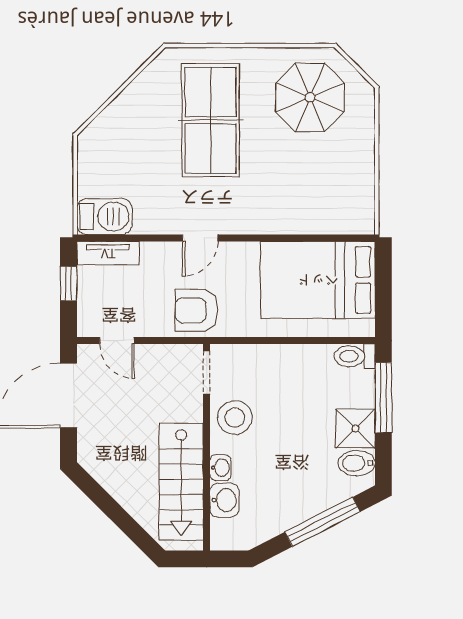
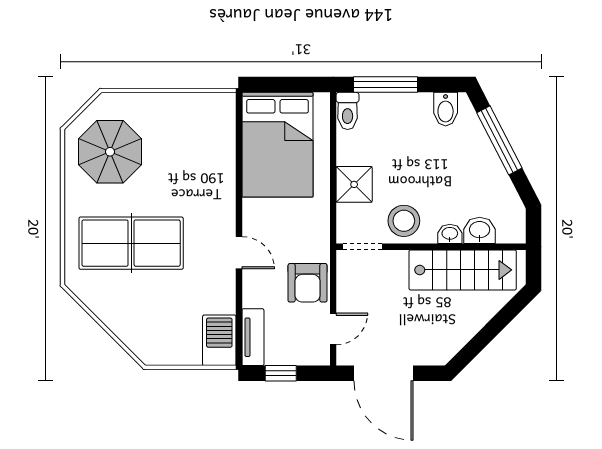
armchair: (197, 310) -> (308, 283), moved
shower: (356, 428) -> (354, 184), moved

